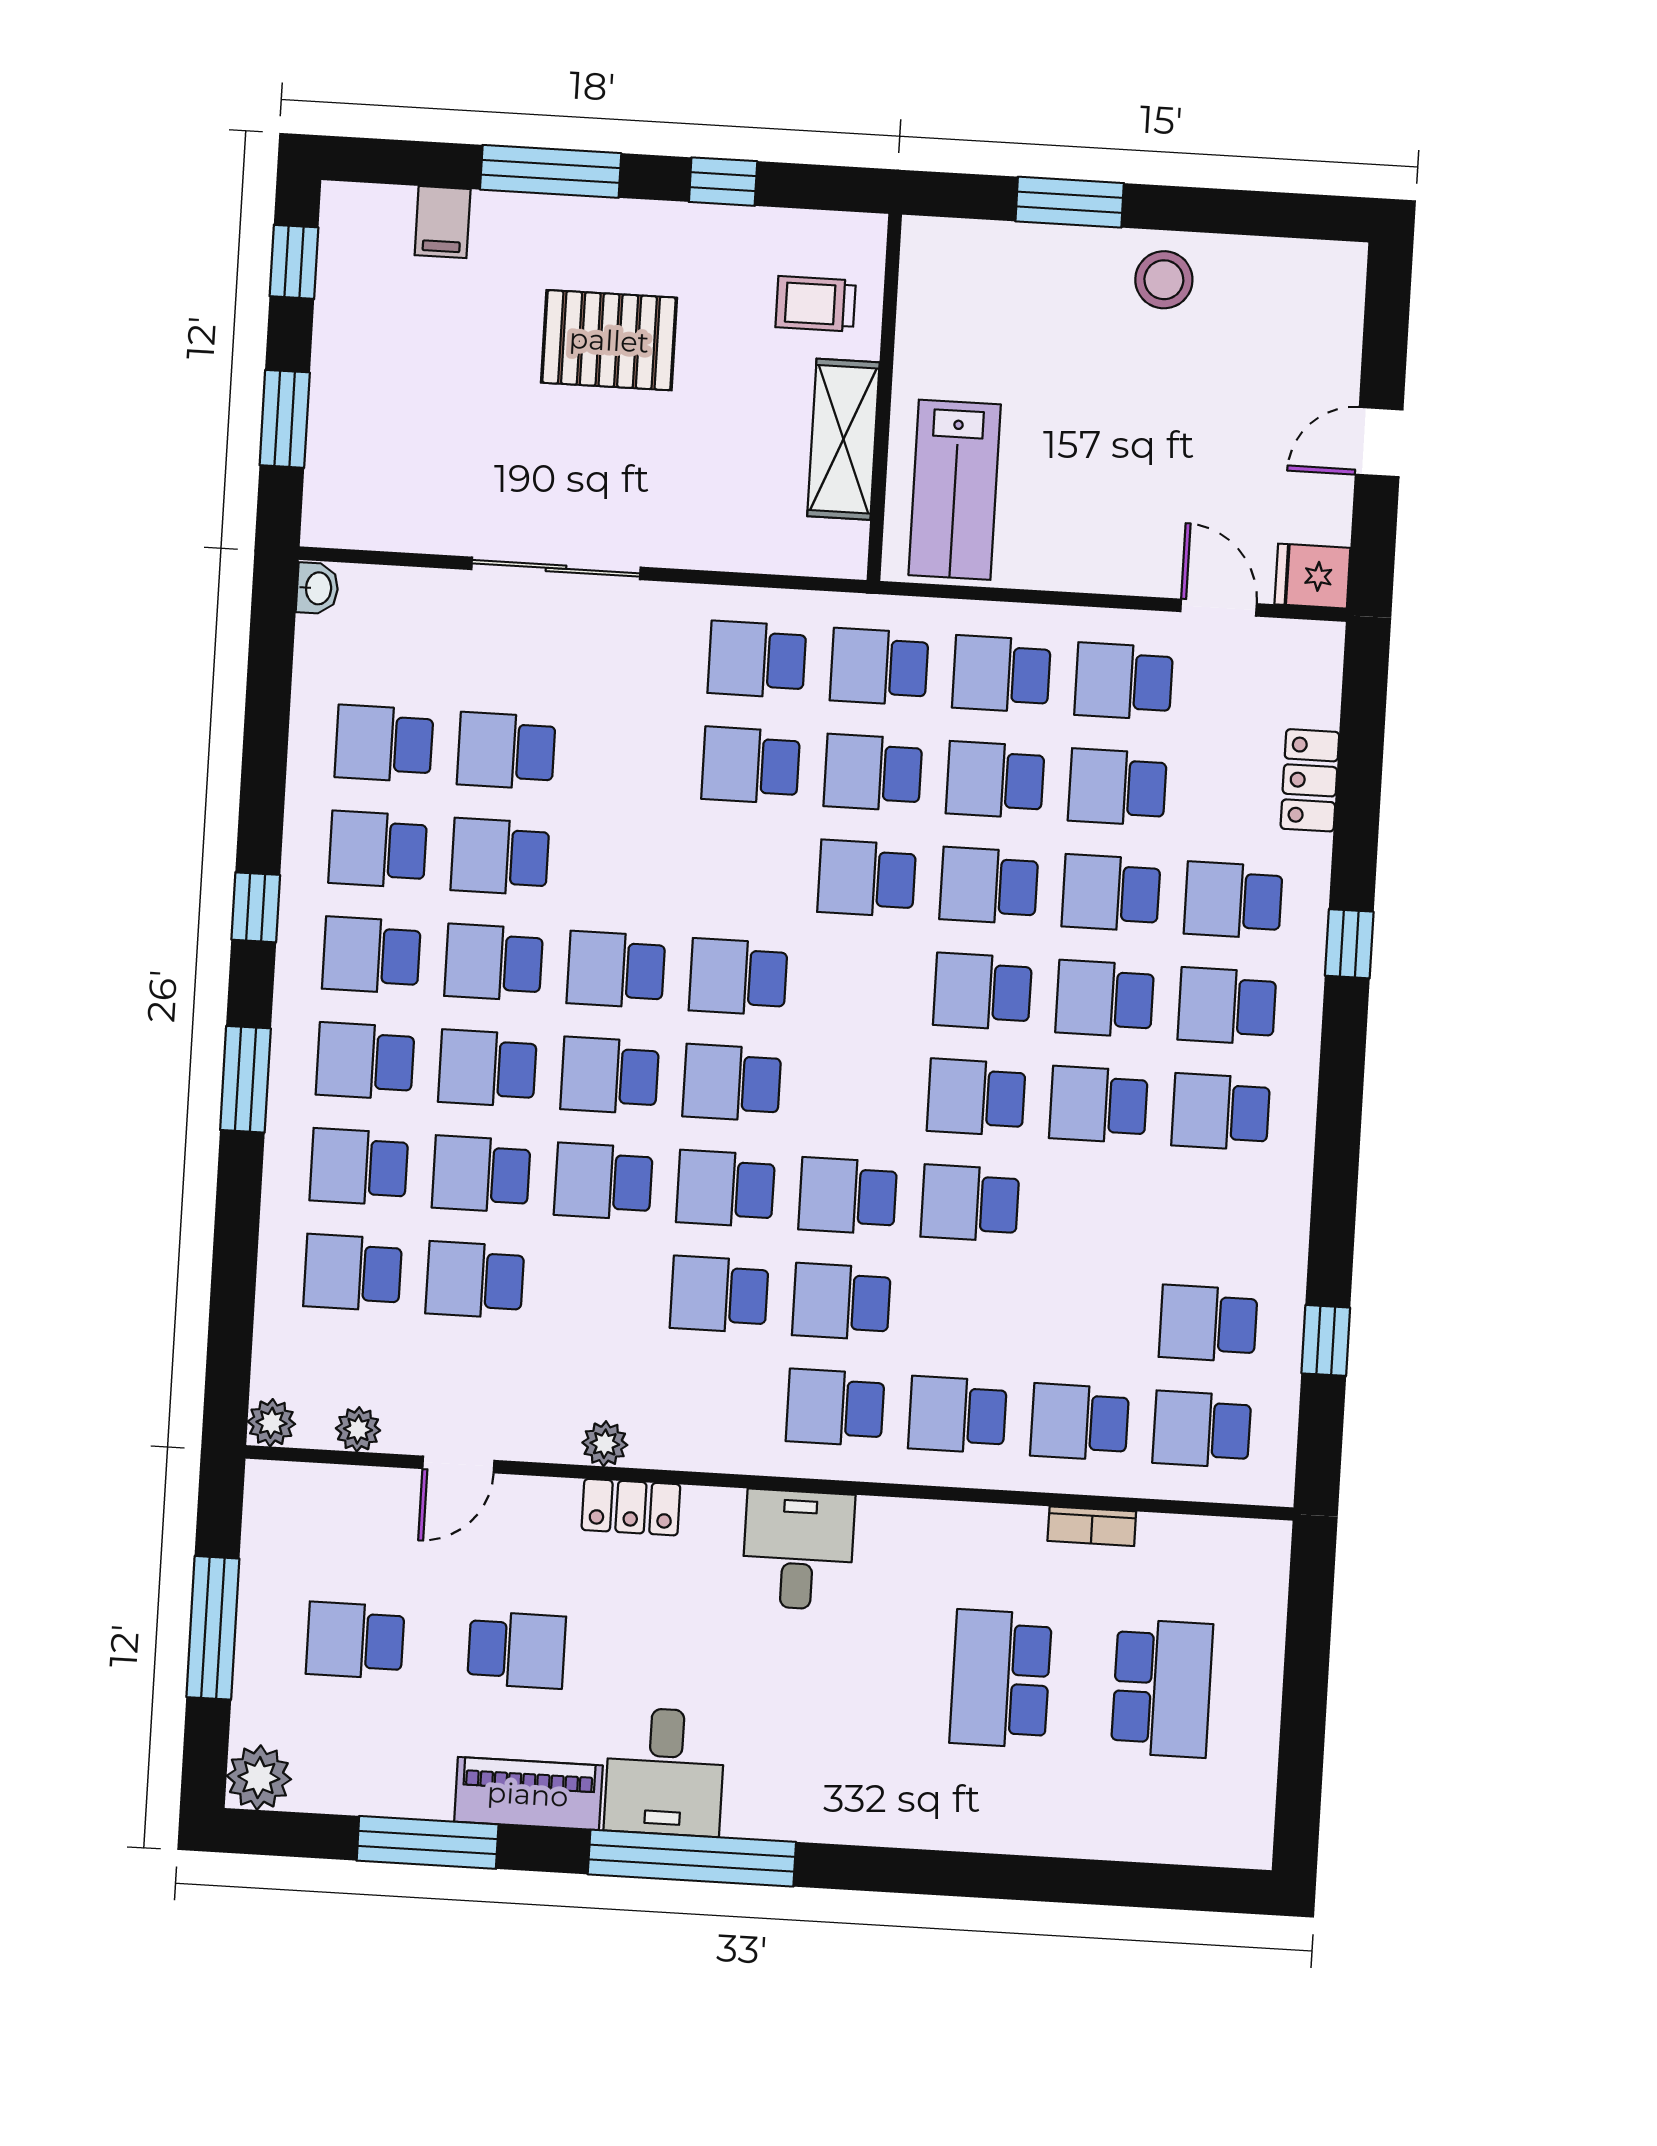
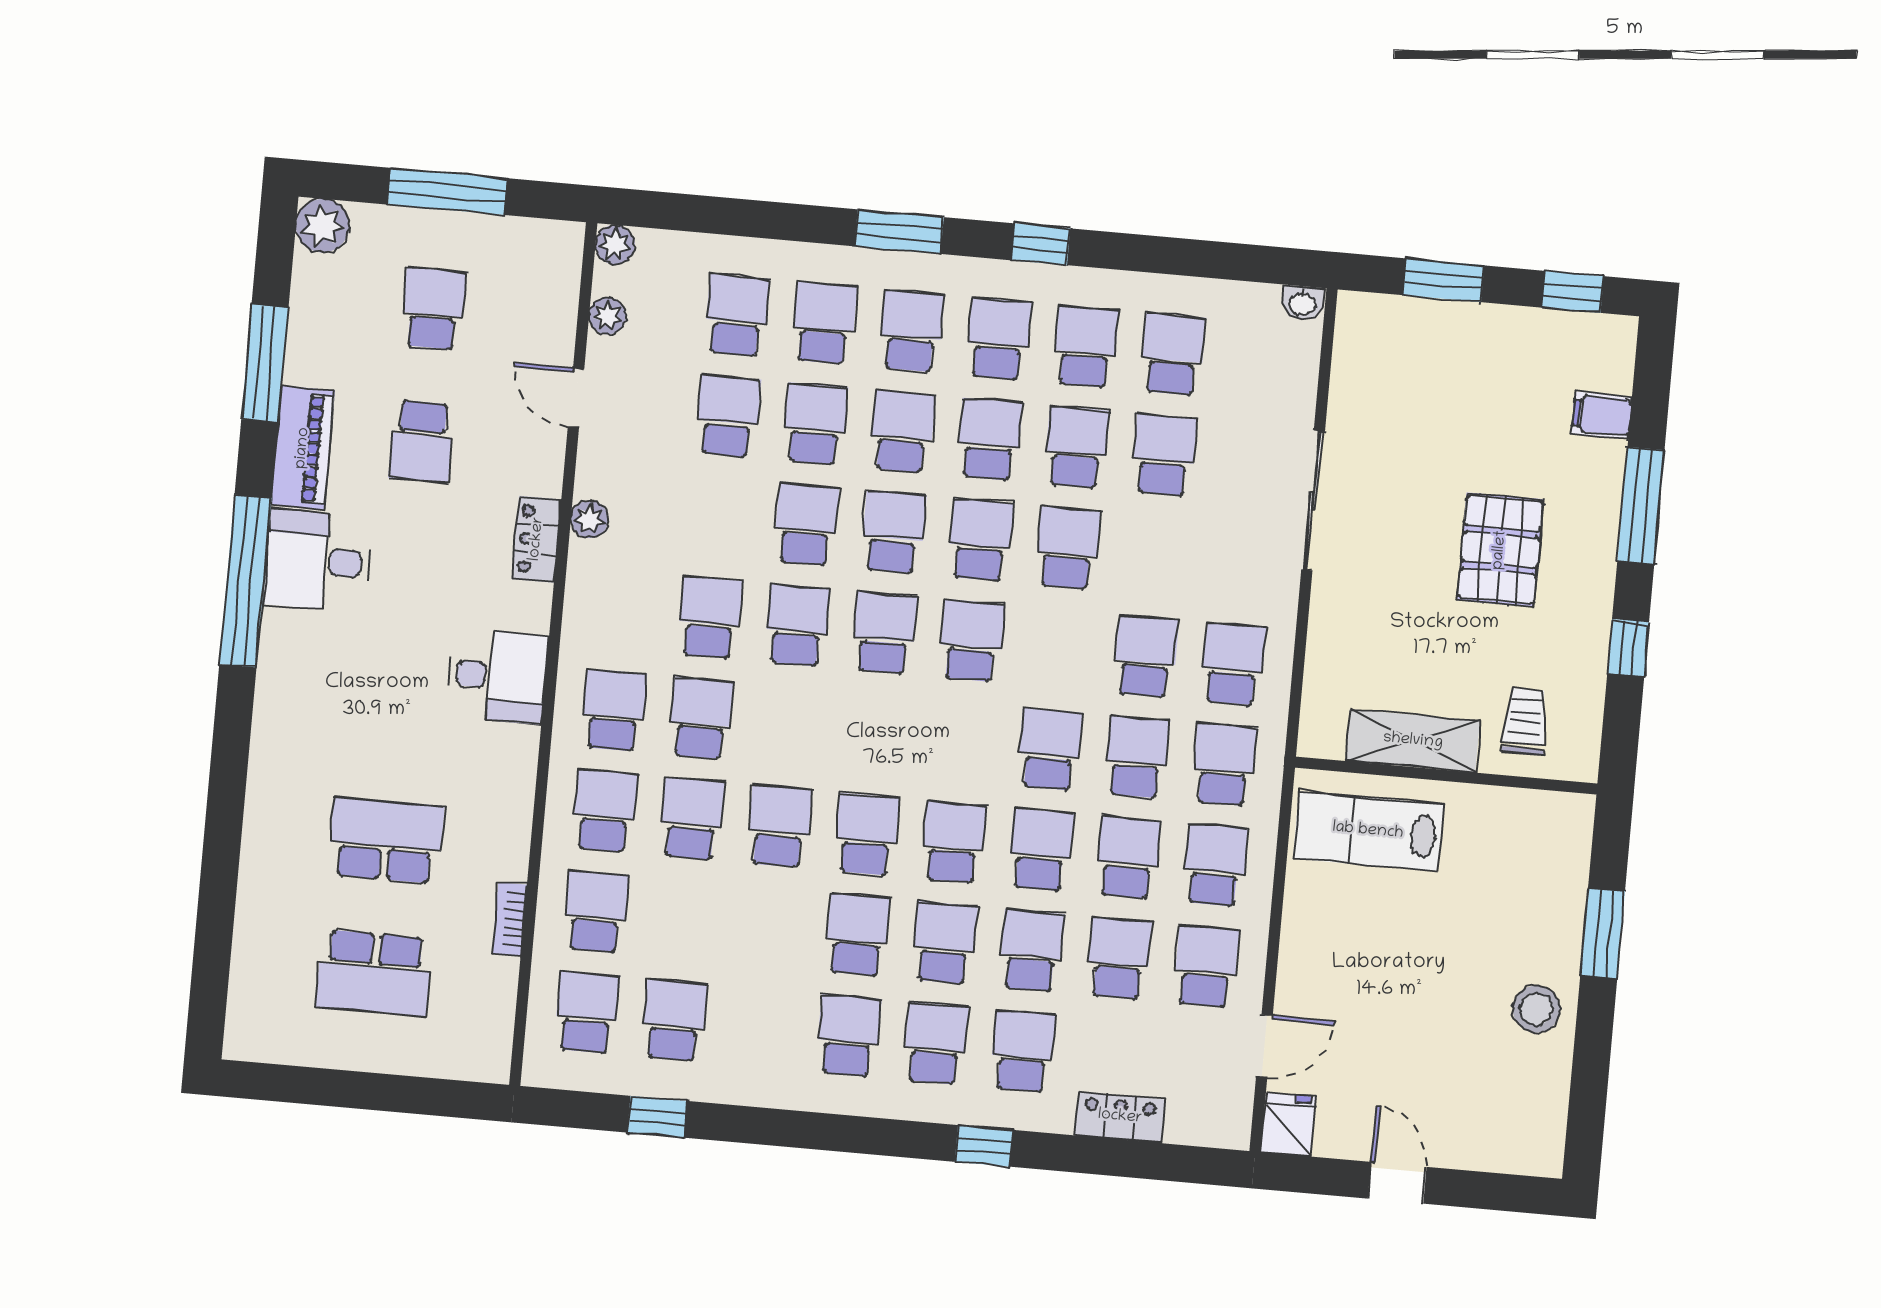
school desk: (622, 864) -> (1068, 548), added
school desk: (848, 1196) -> (692, 819), moved

